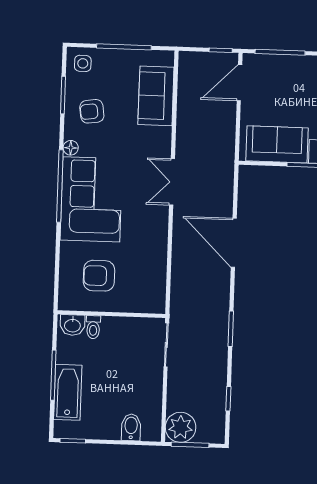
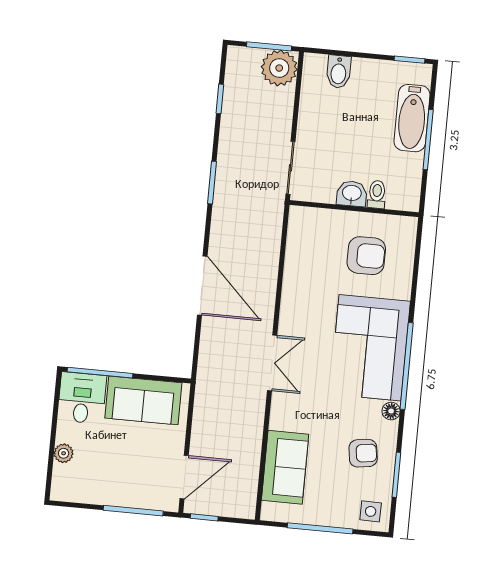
washbasin: (72, 325) -> (352, 194), moved

